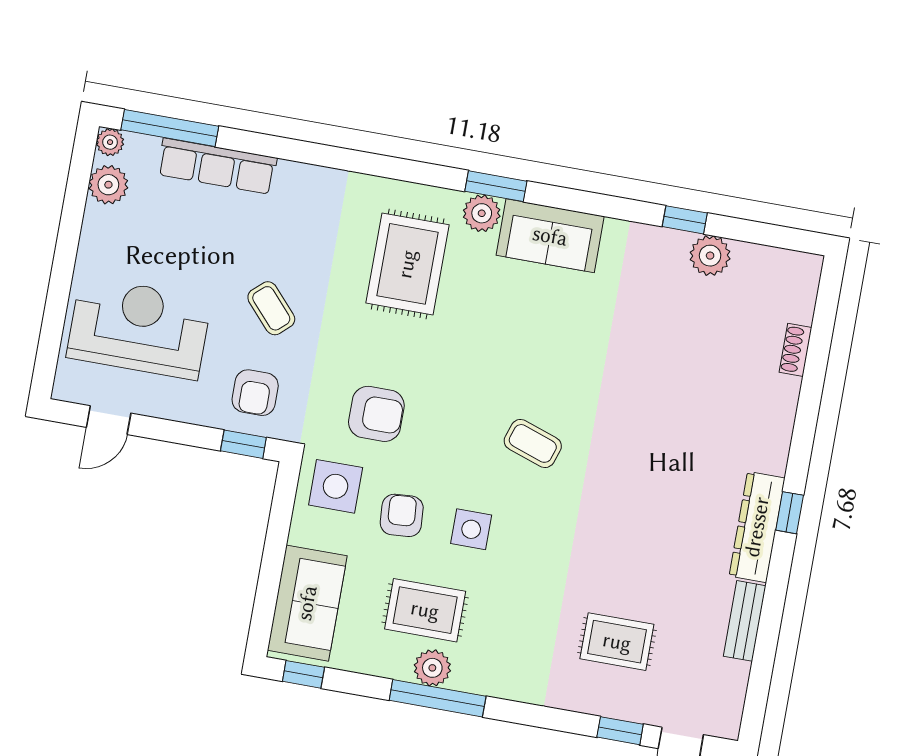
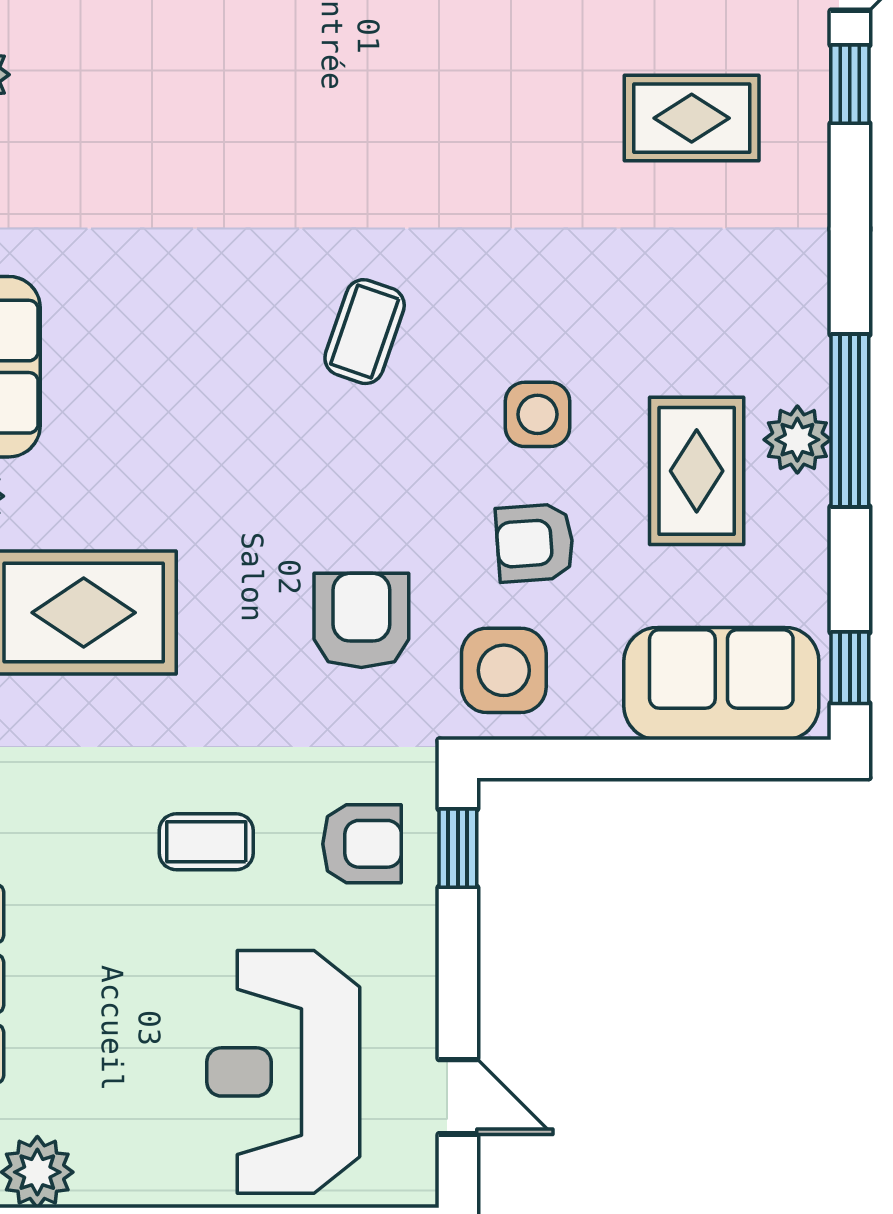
coffee table: (271, 308) -> (206, 842), turned 42
rug: (617, 642) -> (692, 118), turned 90

